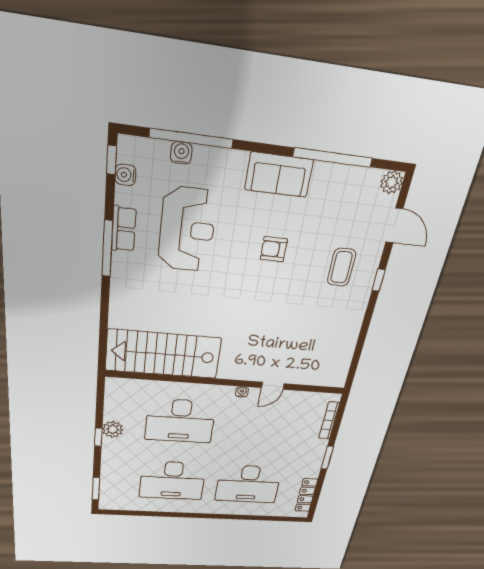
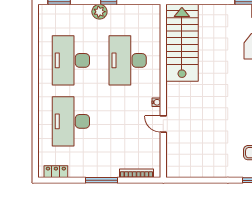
plant: (113, 429) -> (99, 12), moved
window: (327, 458) -> (101, 180), width x1.44
locker: (306, 495) -> (56, 172), width x0.66

